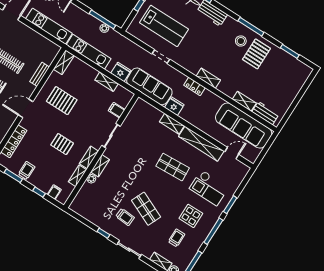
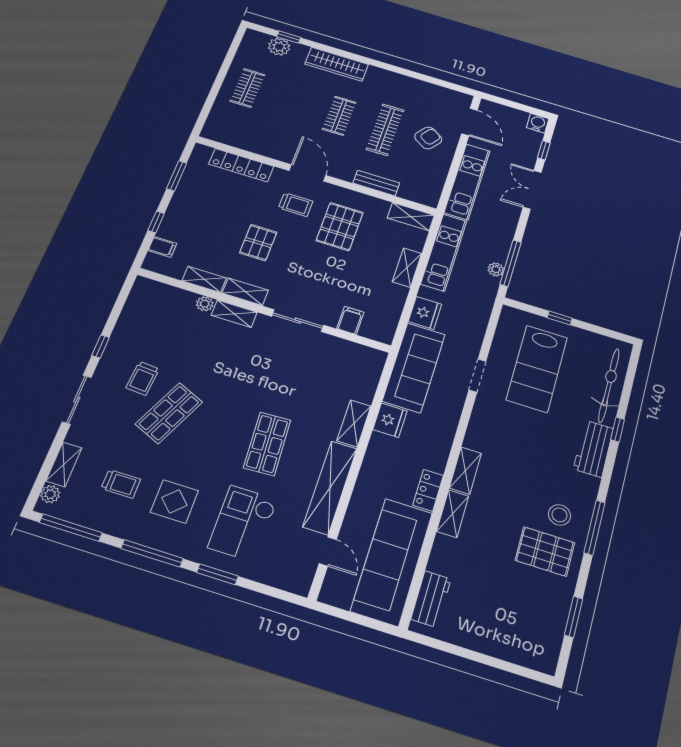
armchair: (17, 38) -> (428, 138), added
shelving: (107, 82) -> (407, 268), moved
locker: (194, 86) -> (428, 490), moved
shelving: (244, 101) -> (453, 514), moved
trolley: (27, 170) -> (296, 205), moved

